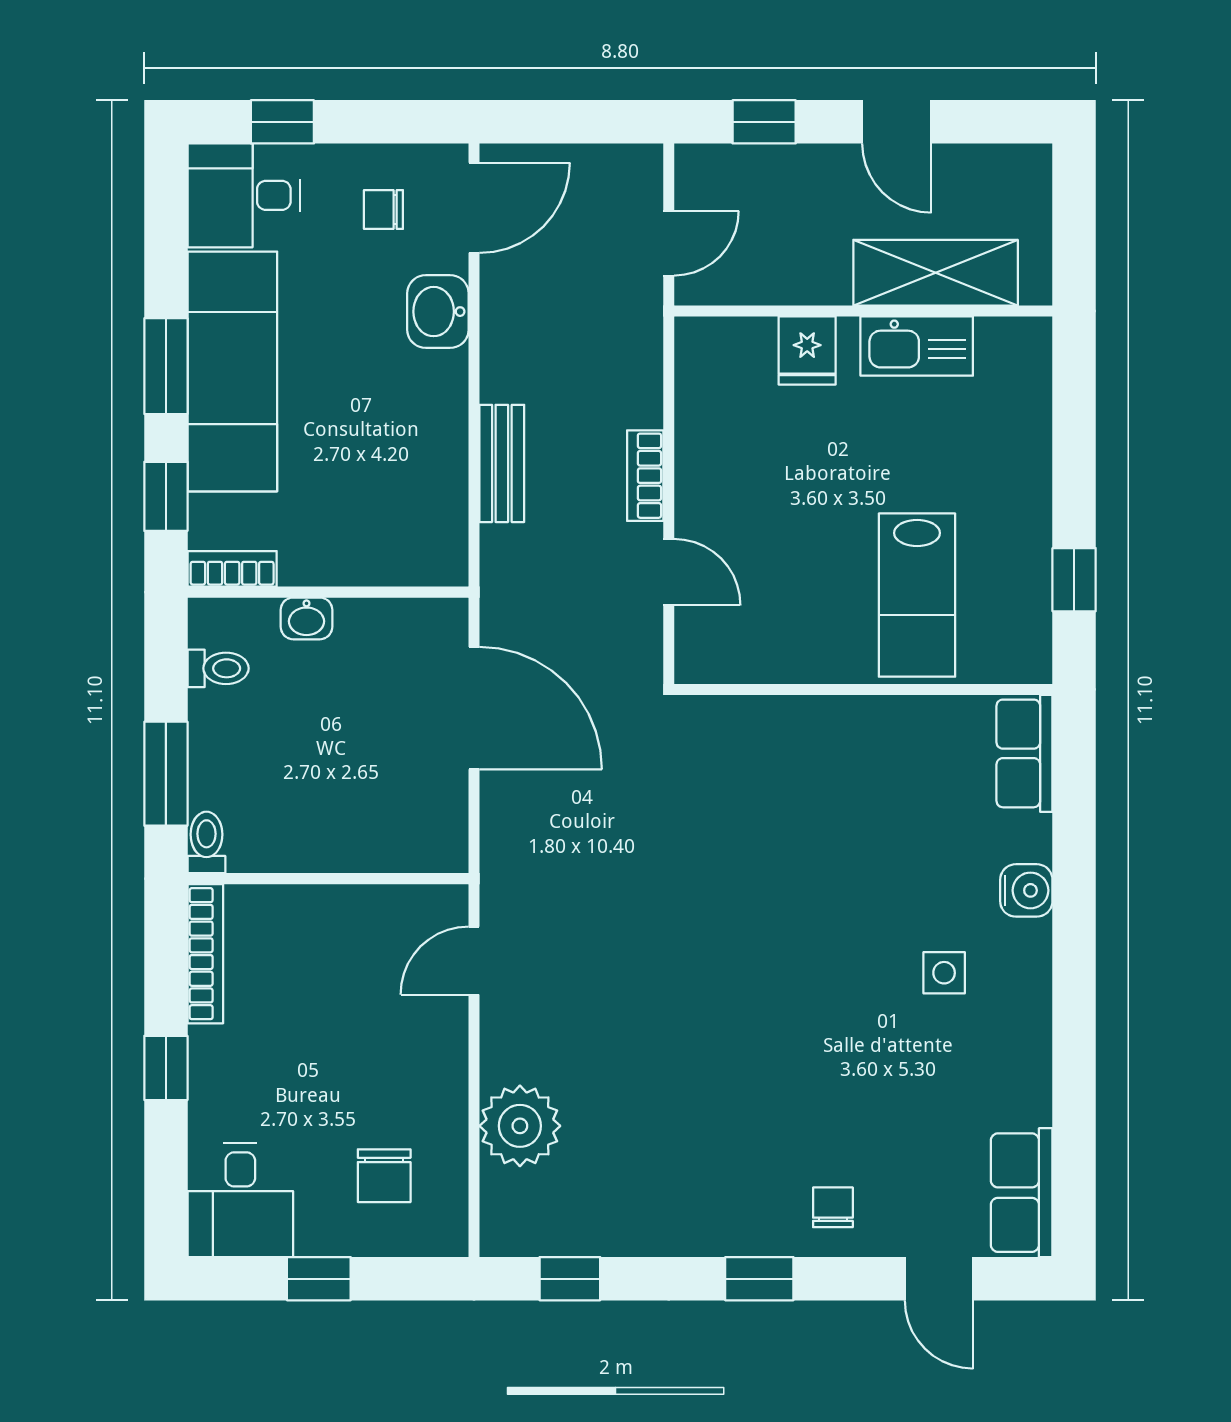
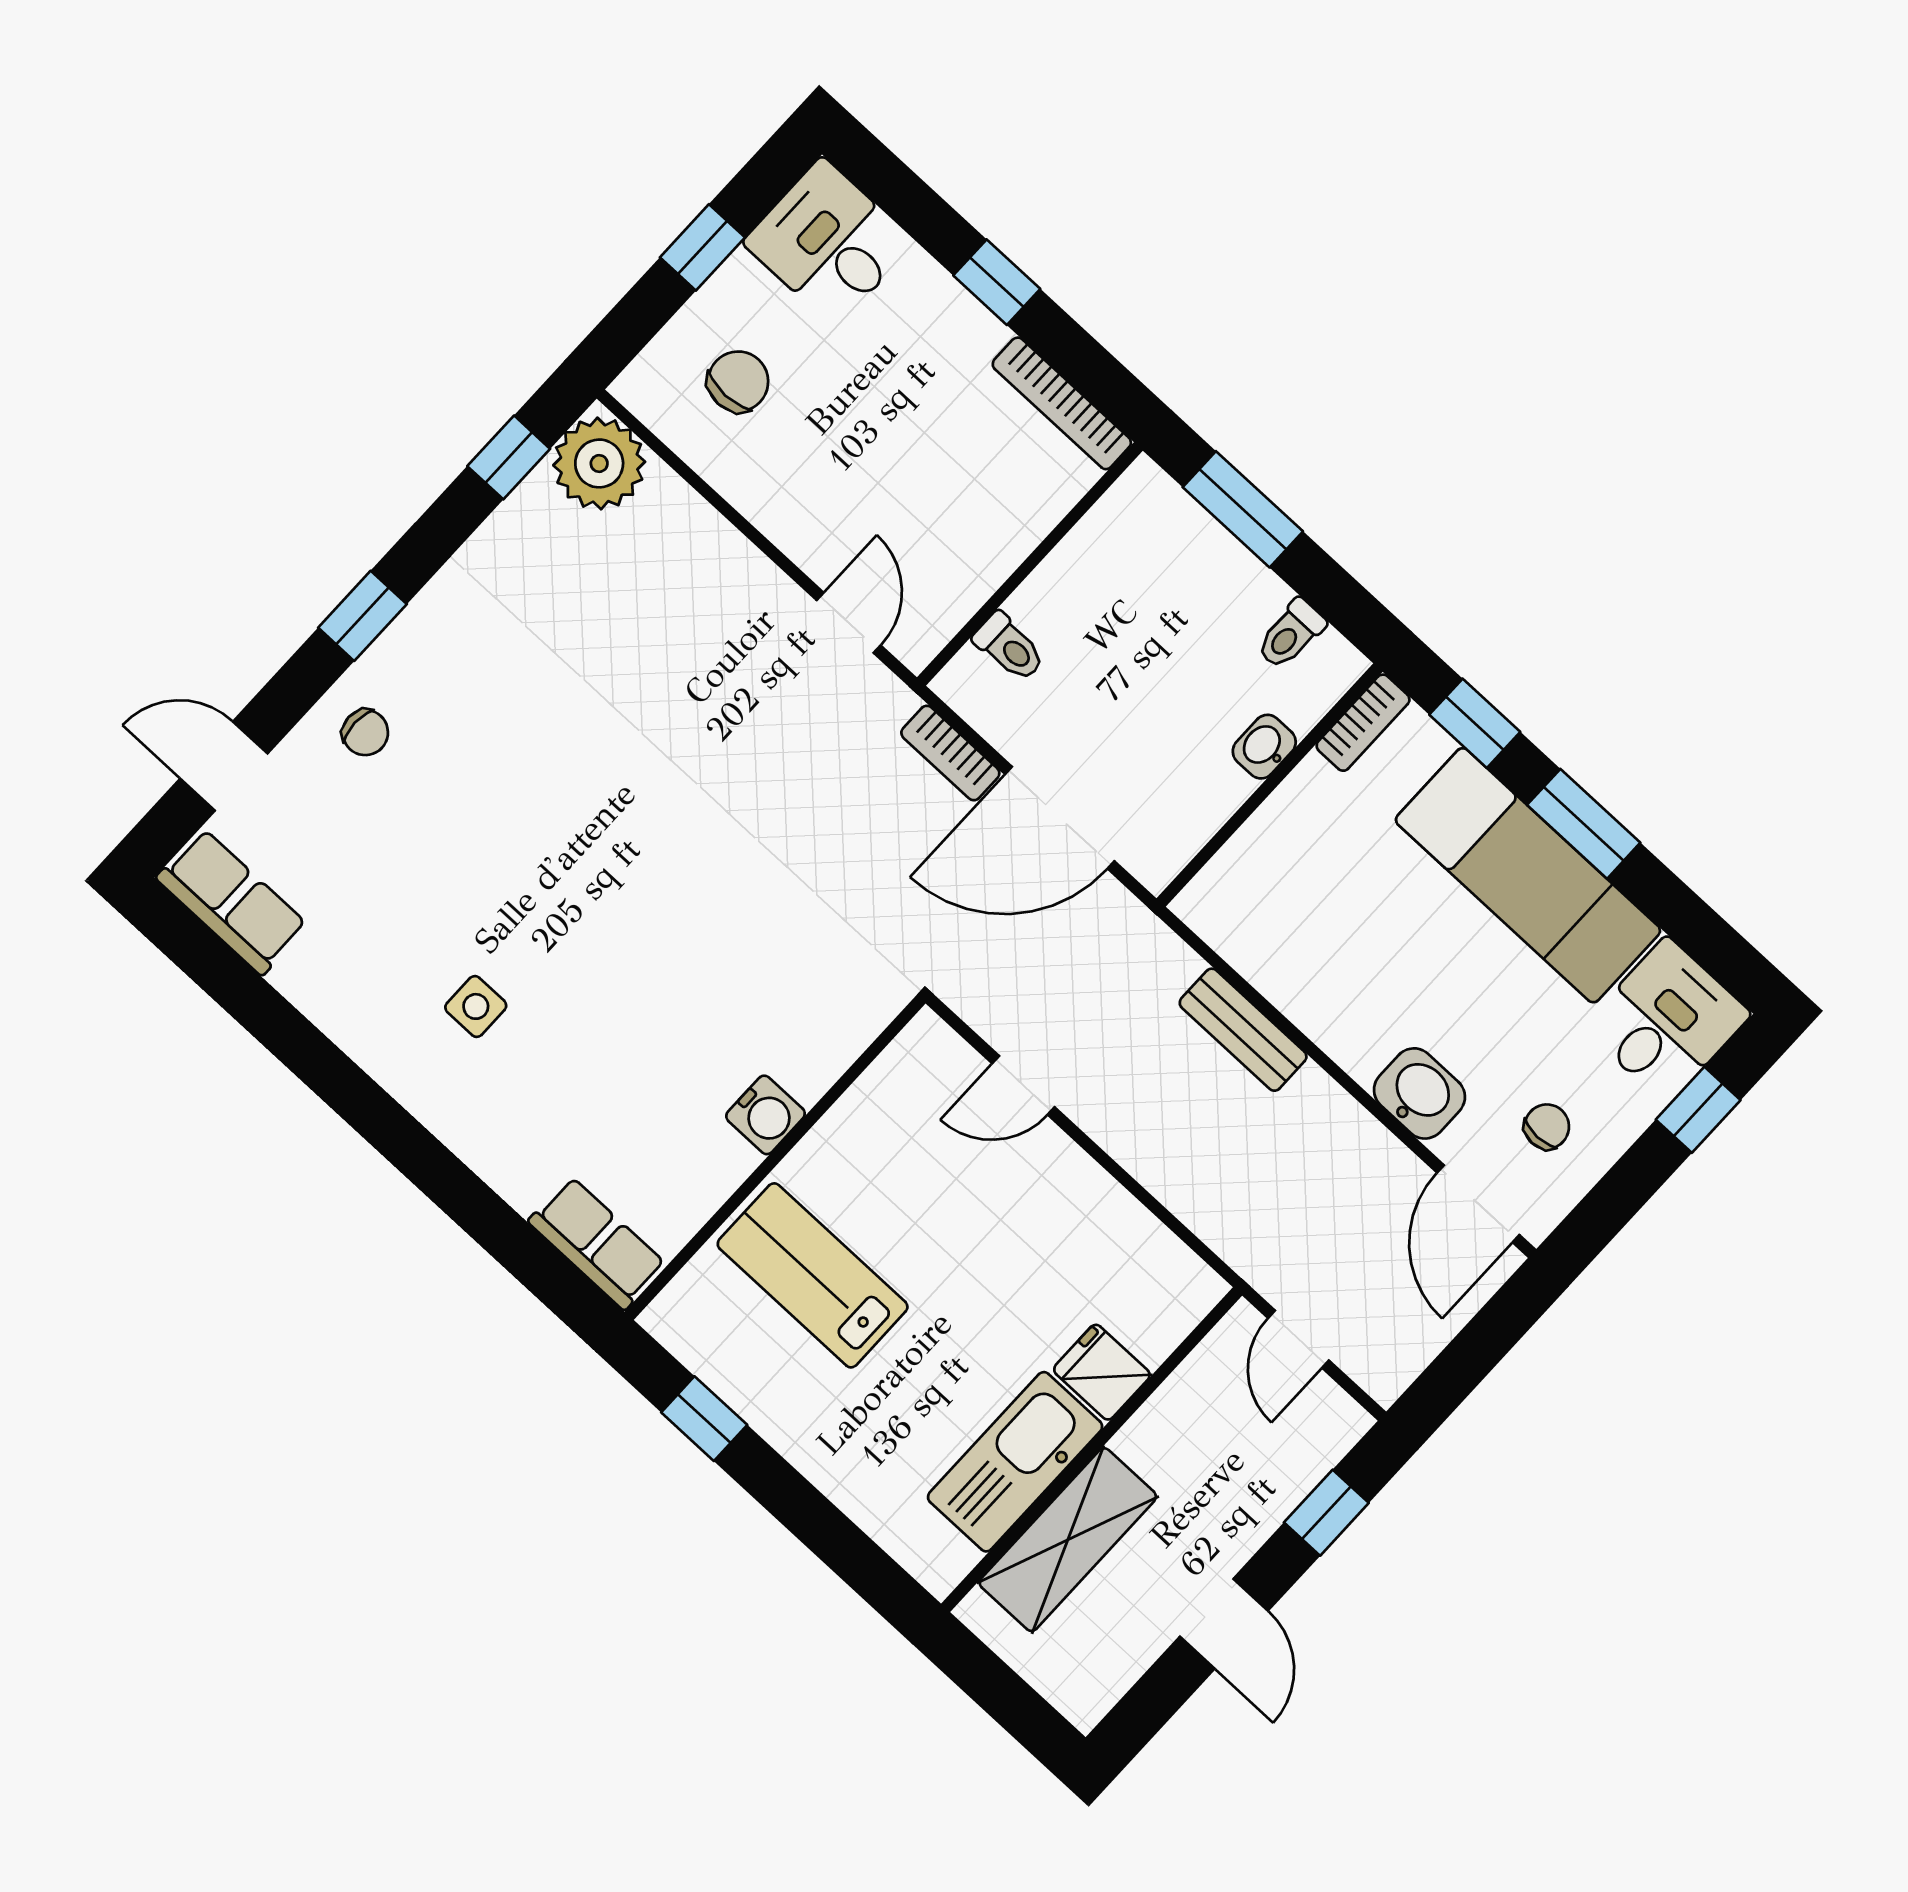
door: (897, 122) -> (1224, 1624), swing flipped
kitchen sink: (917, 346) -> (1015, 1462), width x1.36, depth x1.24
bookcase: (645, 476) -> (950, 753), moved, turned 180
toilet: (206, 842) -> (1009, 647), moved
water cooler: (1026, 890) -> (766, 1115), moved, turned -90
plant: (520, 1126) -> (599, 463), moved
chair: (384, 1176) -> (738, 381), turned 90

